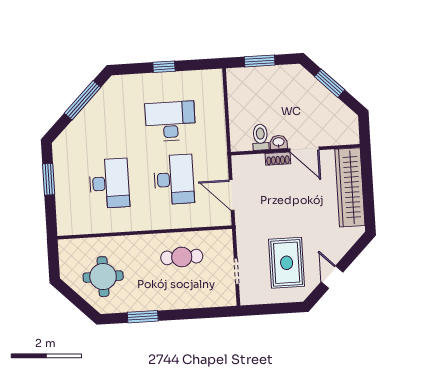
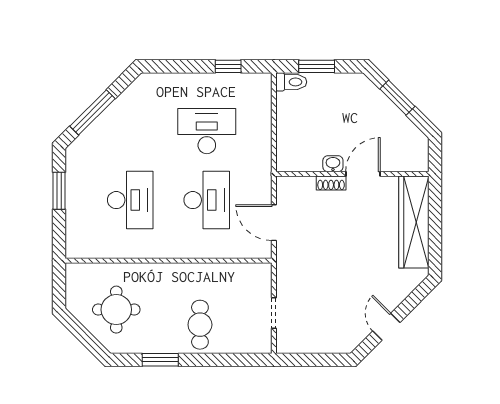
window: (164, 67) -> (228, 66), moved
window: (83, 100) -> (92, 112), moved
toilet: (260, 137) -> (291, 82), moved, turned 90
door: (304, 149) -> (363, 174), swing flipped
cafe table: (182, 257) -> (200, 325), moved, turned 90
rug: (287, 263) -> (334, 307), removed

